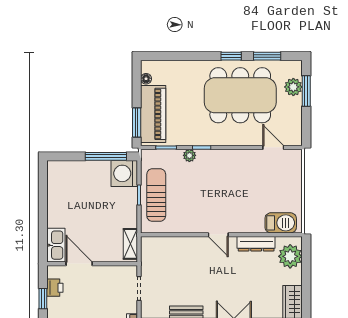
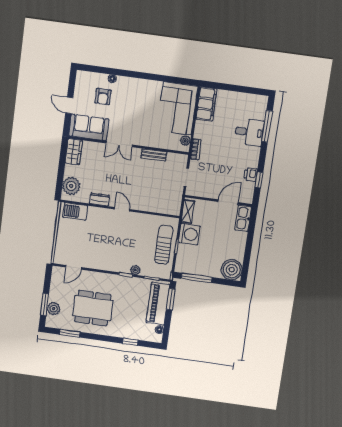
window: (231, 56) -> (130, 342), moved
dining table: (240, 95) -> (93, 308), width x0.73, depth x0.80
door: (273, 147) -> (74, 267), hinge flipped
washing machine: (124, 173) -> (189, 234), moved
boiler: (61, 174) -> (232, 270), added
sun lounger: (156, 195) -> (164, 245), turned 180
dresser: (256, 244) -> (99, 199), width x0.70
door: (79, 264) -> (228, 202), swing flipped
printer: (55, 288) -> (251, 175), moved

